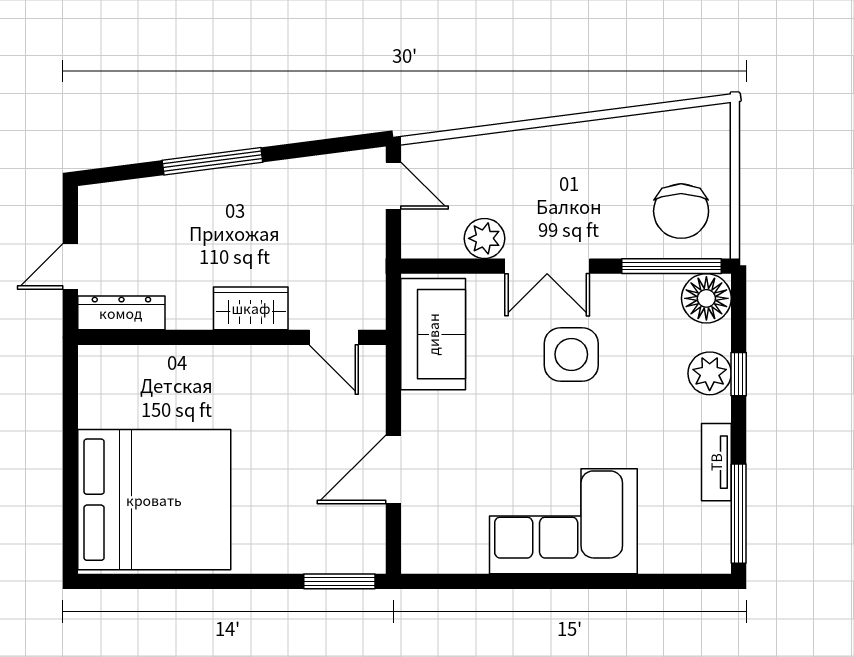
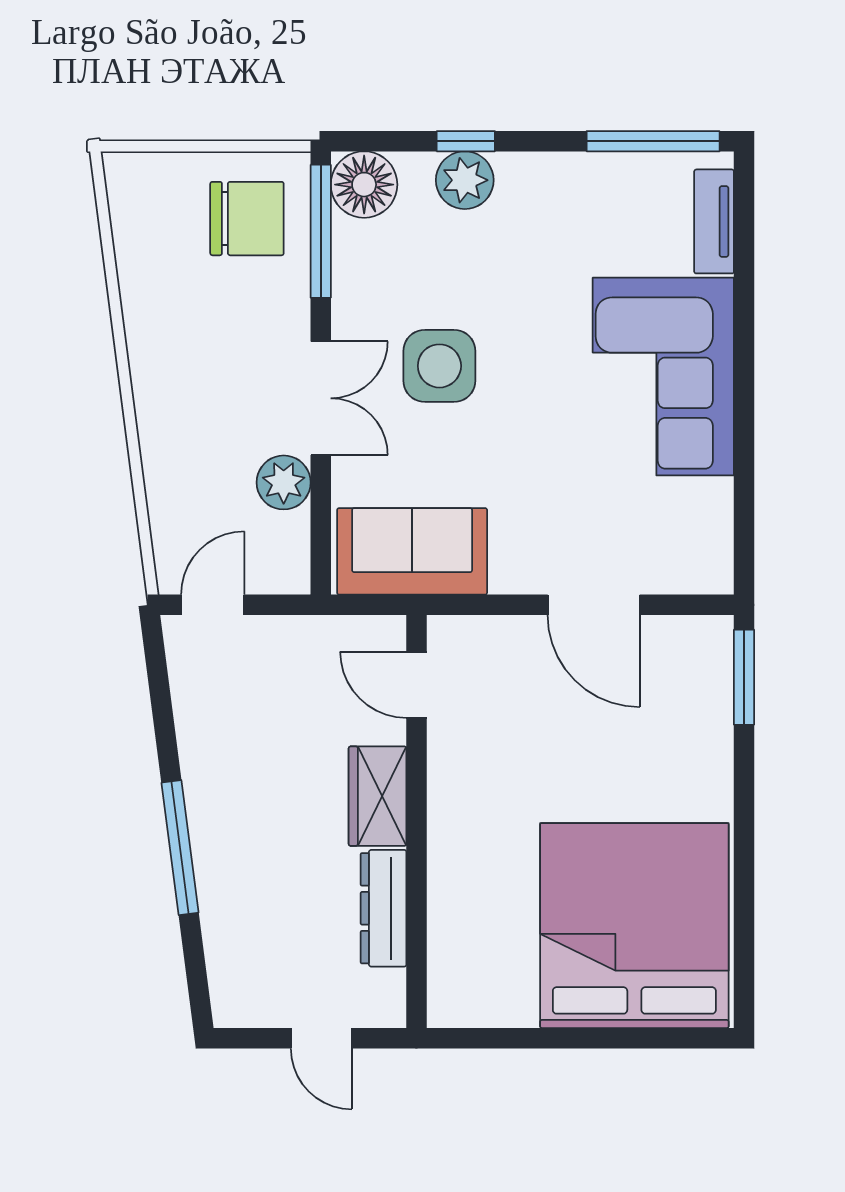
dresser: (121, 313) -> (384, 908), moved
door: (334, 337) -> (416, 685), swing flipped
tv unit: (716, 462) -> (714, 221), moved, turned 90

